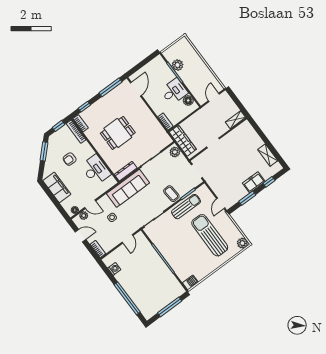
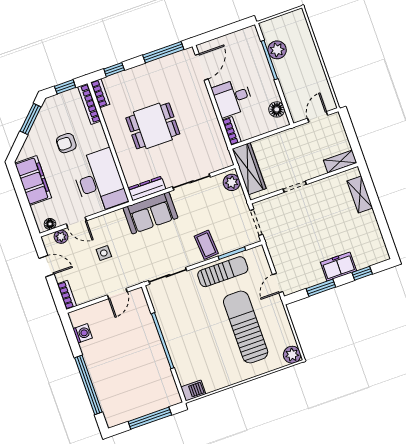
desk: (174, 91) -> (233, 98), moved, turned 180
shelving: (268, 155) -> (360, 194), moved
desk: (96, 170) -> (99, 181), width x1.36, depth x1.30
sofa: (128, 188) -> (150, 213), width x0.73

